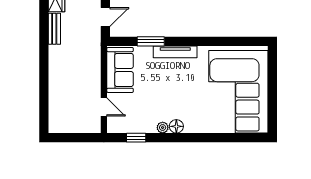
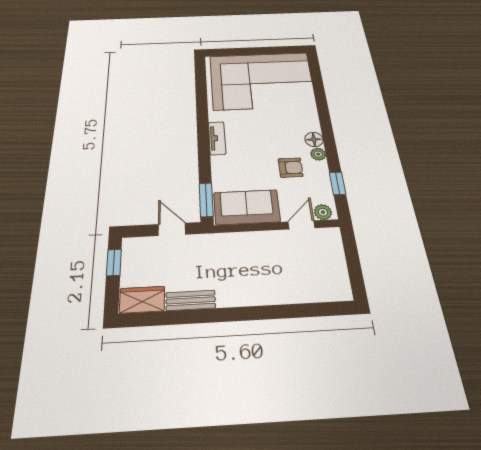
window: (151, 41) -> (206, 200), moved
tv unit: (175, 52) -> (217, 138), width x0.71
armchair: (152, 105) -> (291, 168), added
plant: (113, 123) -> (323, 212), added

